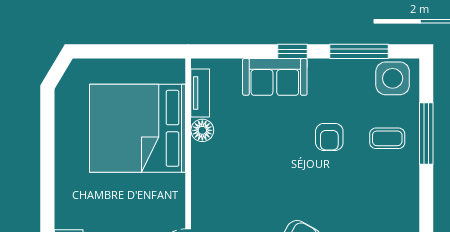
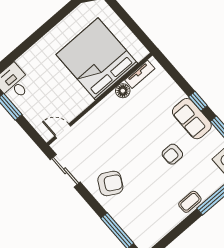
sofa: (275, 77) -> (192, 119), moved
coffee table: (387, 138) -> (190, 202), moved, turned 90

